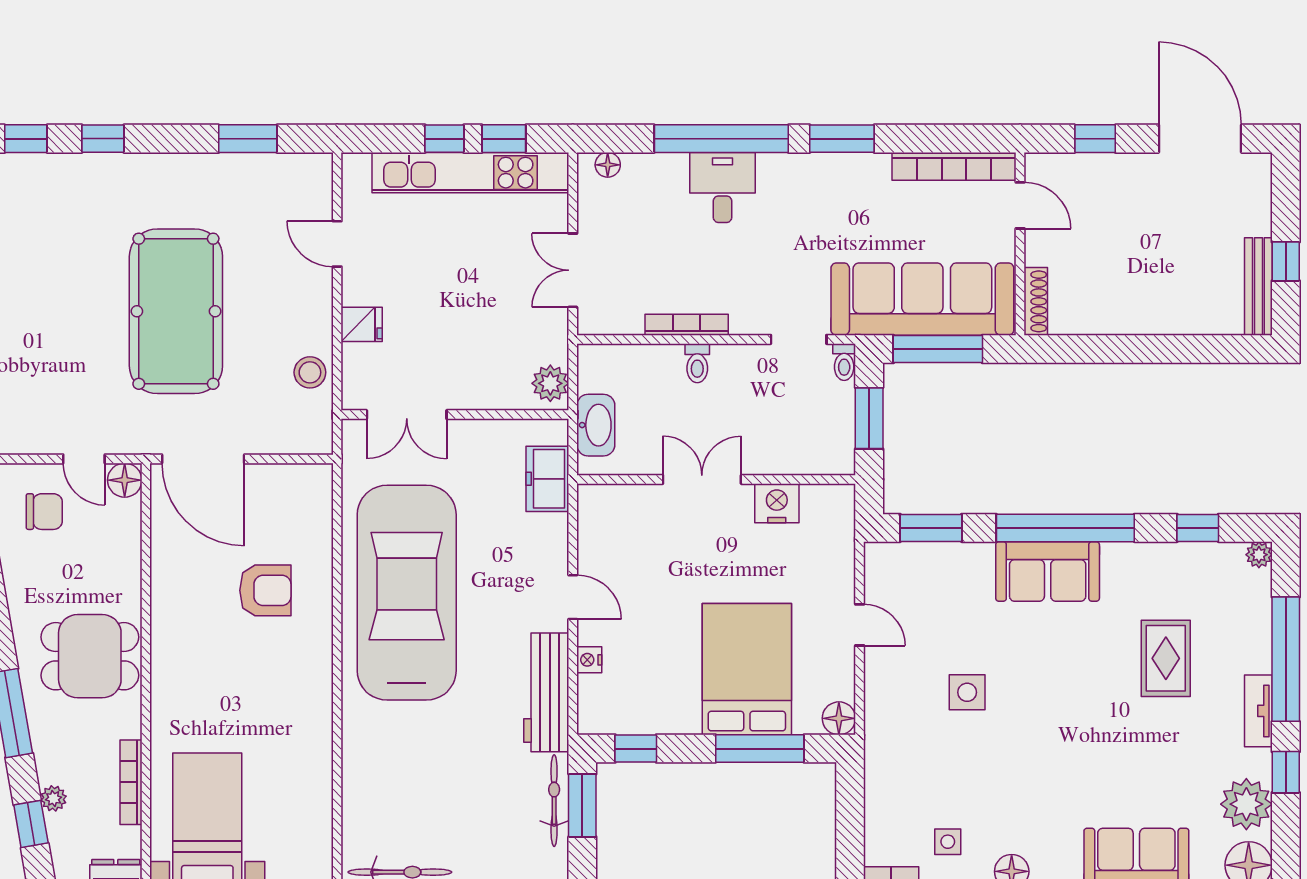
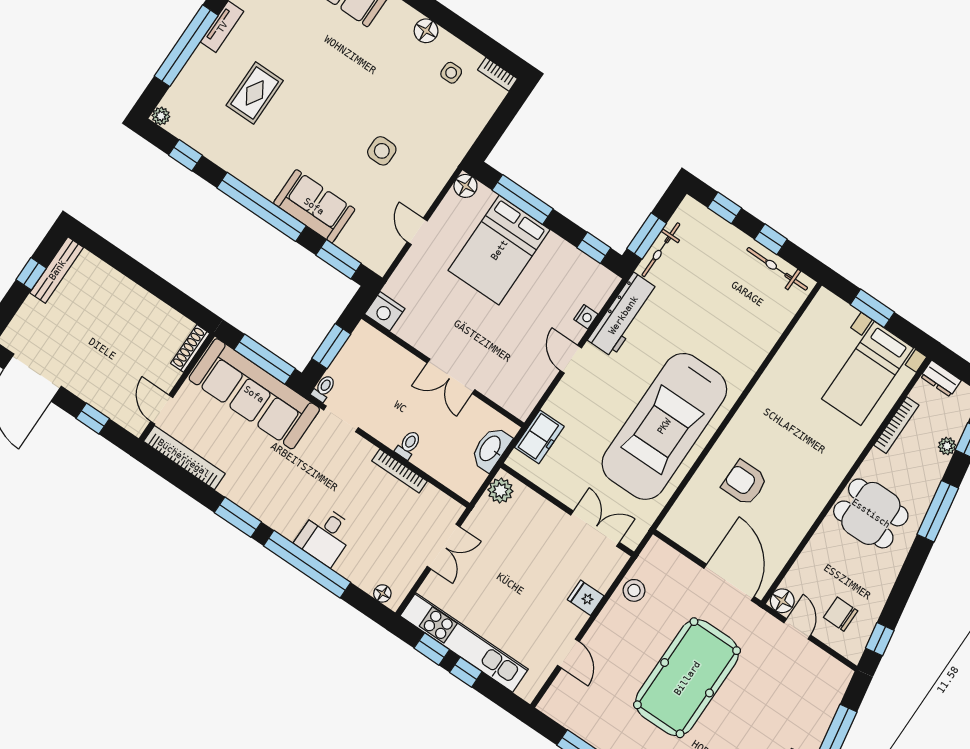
nightstand: (777, 503) -> (385, 311), moved
sofa: (1048, 571) -> (314, 206), moved

